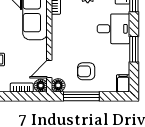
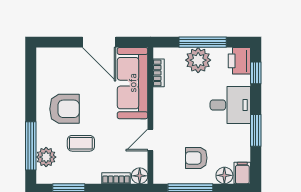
door: (49, 69) -> (150, 140), moved
floor lamp: (58, 85) -> (224, 175), moved

